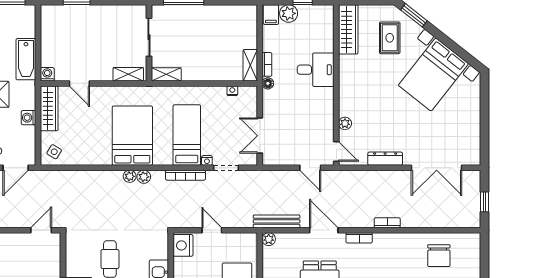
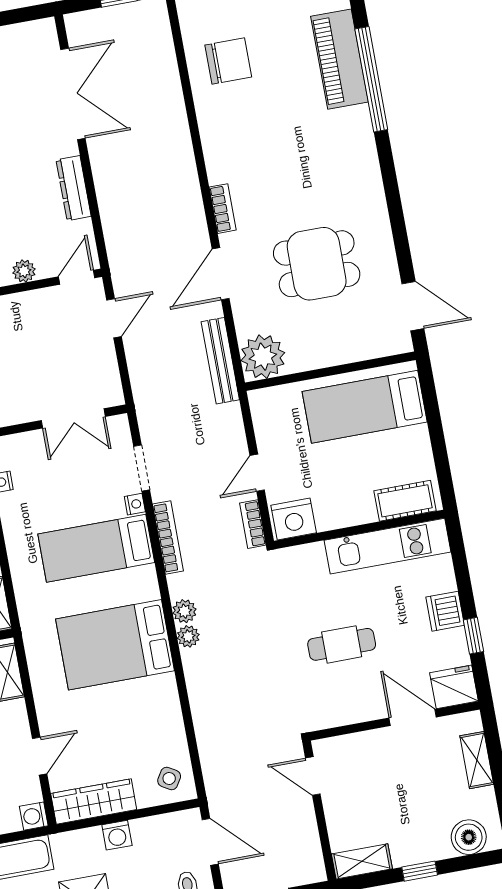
bookcase: (387, 223) -> (253, 524), moved
plant: (269, 239) -> (263, 357), width x1.88, depth x1.88

